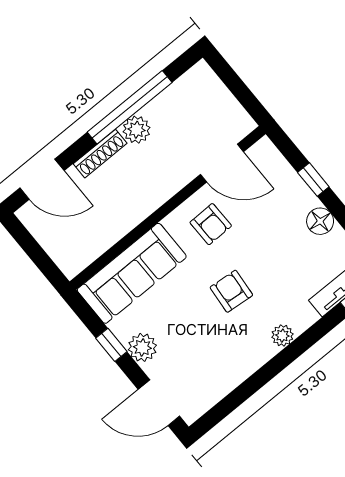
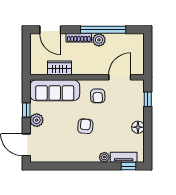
door: (222, 163) -> (120, 77), swing flipped
window: (313, 180) -> (148, 99), moved
wardrobe: (109, 230) -> (59, 68), added
plant: (282, 336) -> (104, 157), moved

